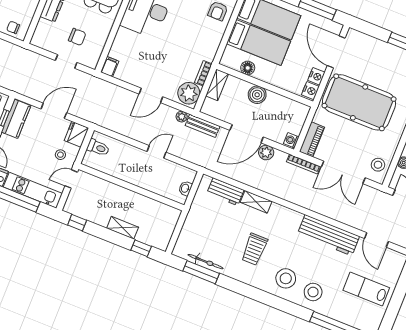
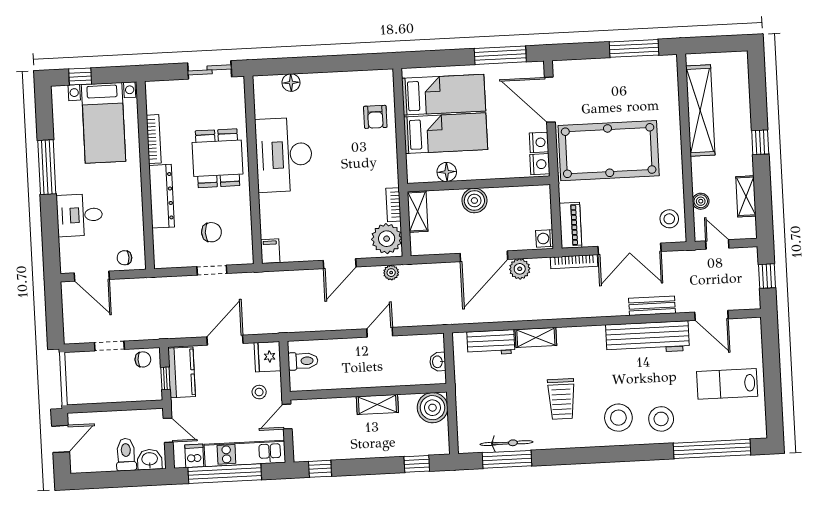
bench: (203, 126) -> (652, 306), moved
boiler: (168, 217) -> (433, 408), added
shelving: (123, 228) -> (377, 404), moved

